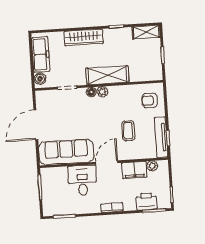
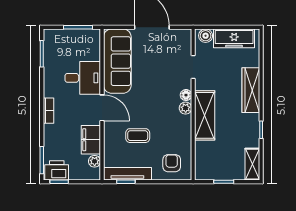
printer: (146, 201) -> (57, 170), moved, turned -90

